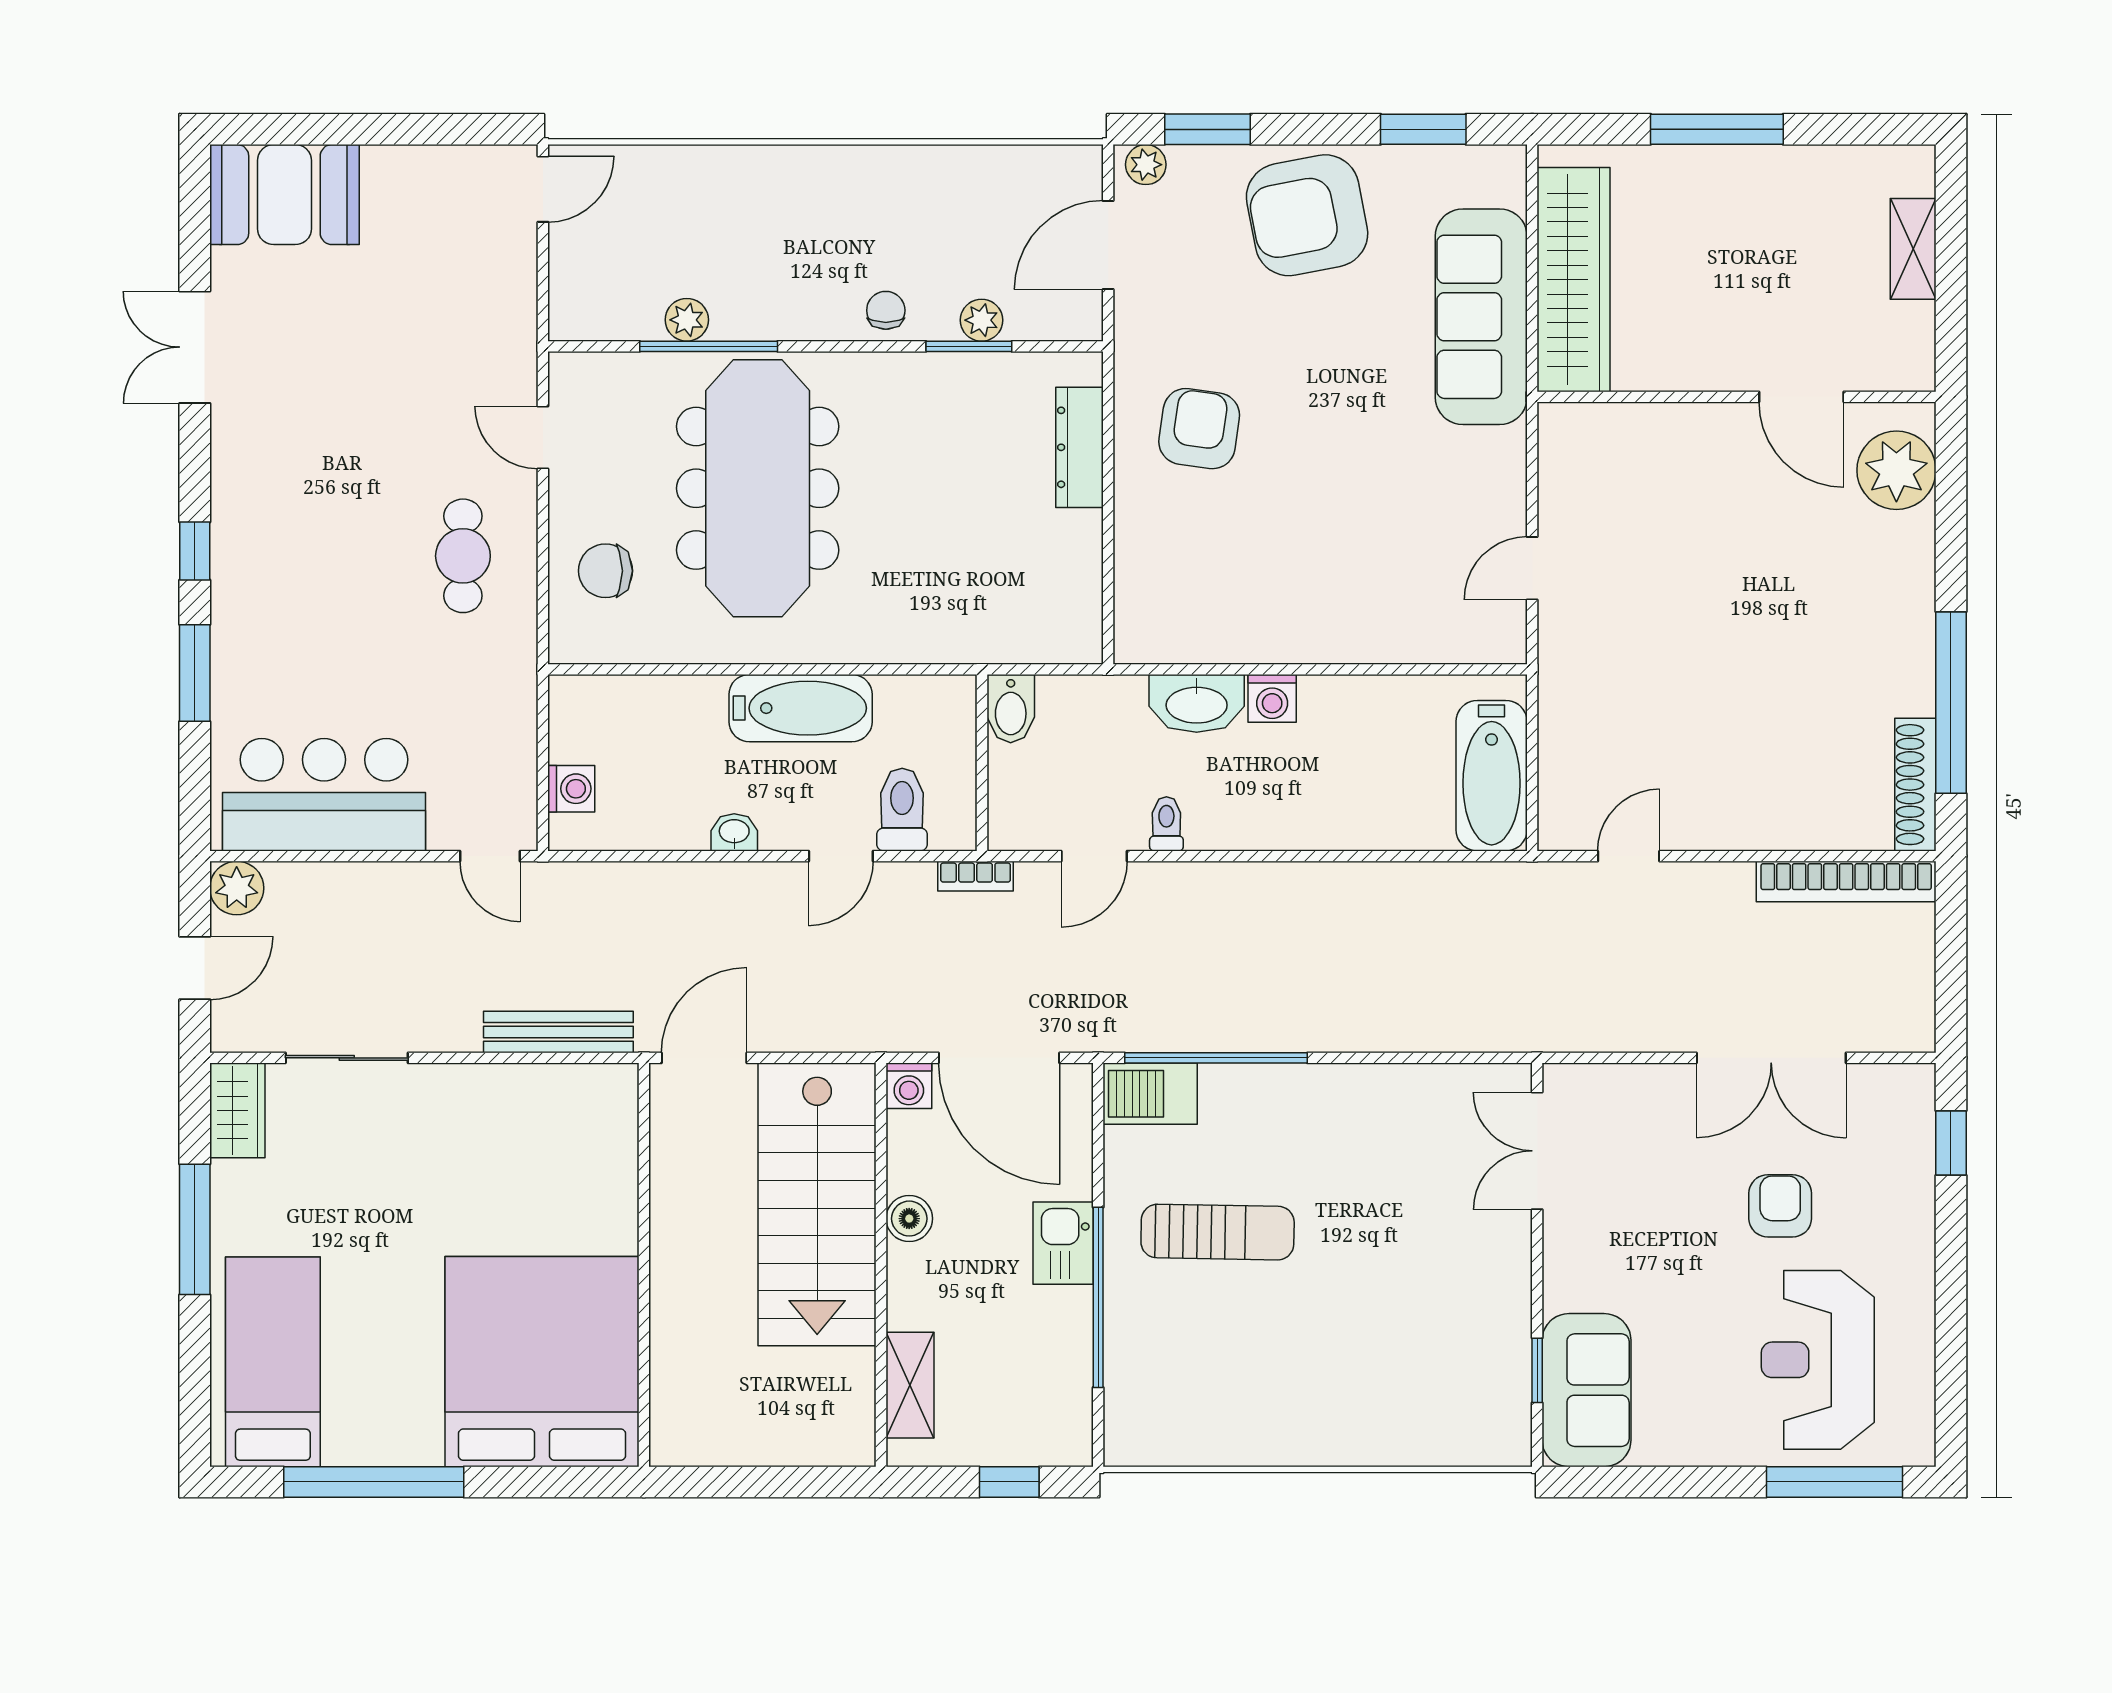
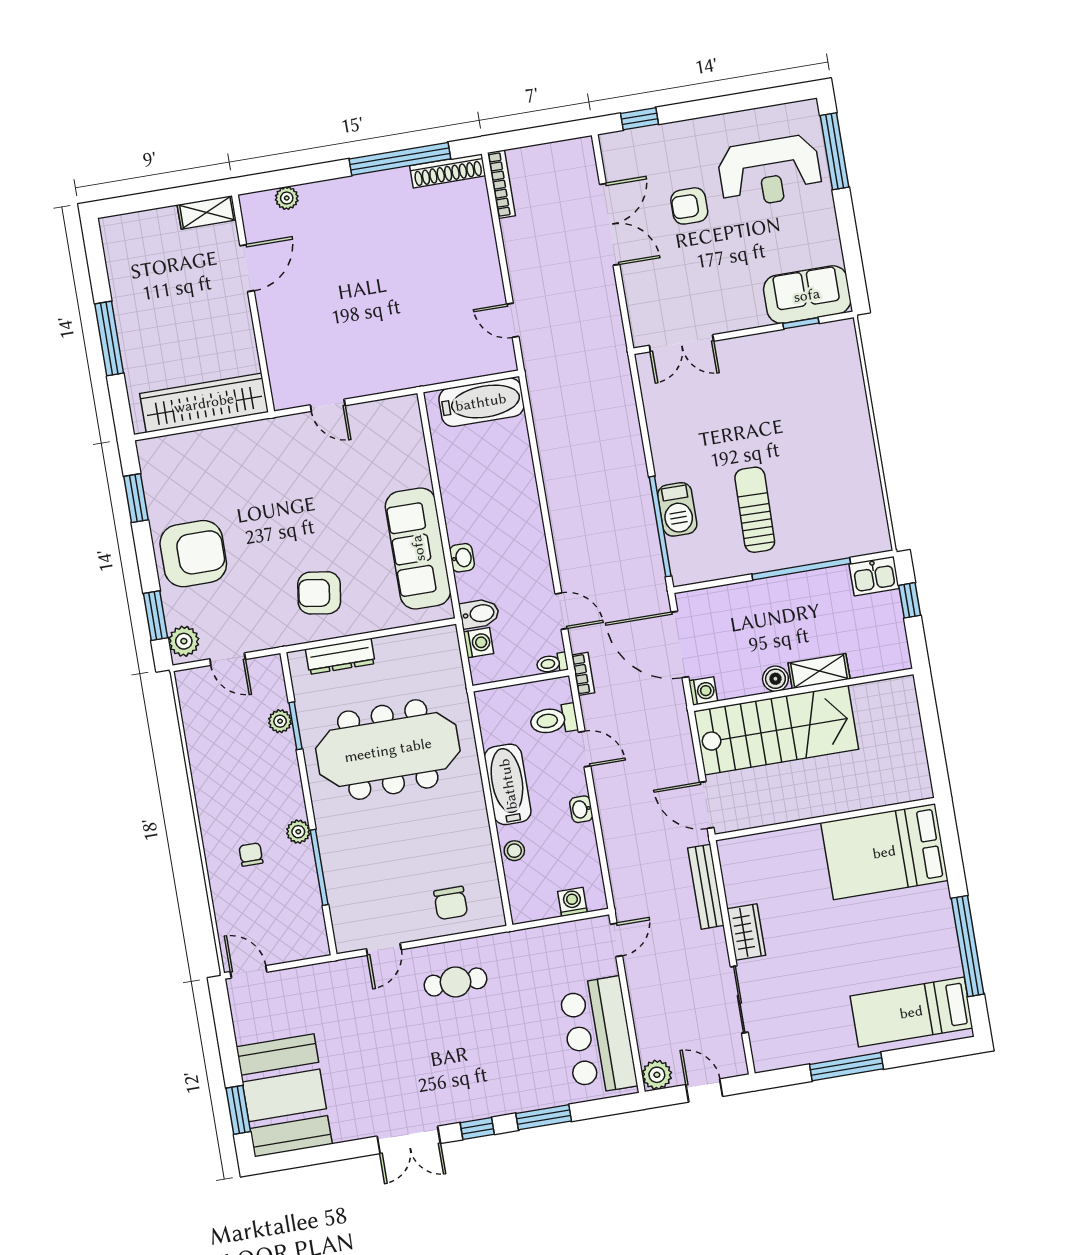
window: (299, 129) -> (238, 1110), added
plant: (1146, 165) -> (184, 641), width x1.38, depth x1.38
booth: (284, 195) -> (284, 1095), width x1.36, depth x1.42
armchair: (1307, 215) -> (193, 554), turned -79
door: (1108, 245) -> (228, 659), width x0.73
shelving: (1913, 249) -> (207, 212), moved
chair: (886, 310) -> (251, 854), moved, turned 90
sofa: (1481, 317) -> (418, 548), moved, turned 90
plant: (687, 320) -> (298, 832), moved
double door: (195, 347) -> (409, 1140), moved
plant: (1896, 470) -> (287, 198), width x0.53, depth x0.53
meeting table: (758, 488) -> (388, 750), moved
door: (1532, 568) -> (328, 405), moved
washing machine: (1272, 698) -> (478, 643), moved
stool: (680, 700) -> (514, 851), added
washbasin: (1197, 703) -> (462, 558), width x0.52, depth x0.69
bidet: (1011, 709) -> (479, 614), moved
toilet: (1166, 824) -> (552, 663), moved
bookcase: (1846, 881) -> (501, 184), width x0.68, depth x0.76
door: (999, 1058) -> (680, 645), swing flipped
barbecue: (1150, 1094) -> (677, 509), moved
wardrobe: (237, 1110) -> (746, 932), moved, turned 90
kitchen sink: (1063, 1243) -> (874, 576), moved
bed: (542, 1362) -> (884, 852), width x0.73
shelving: (910, 1385) -> (819, 671), moved

